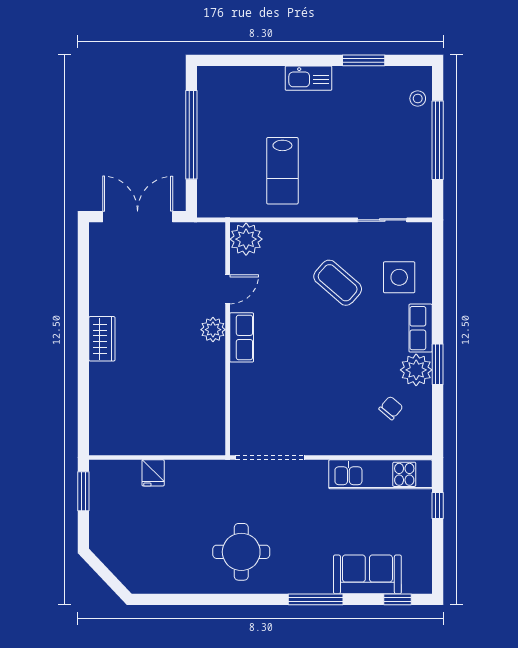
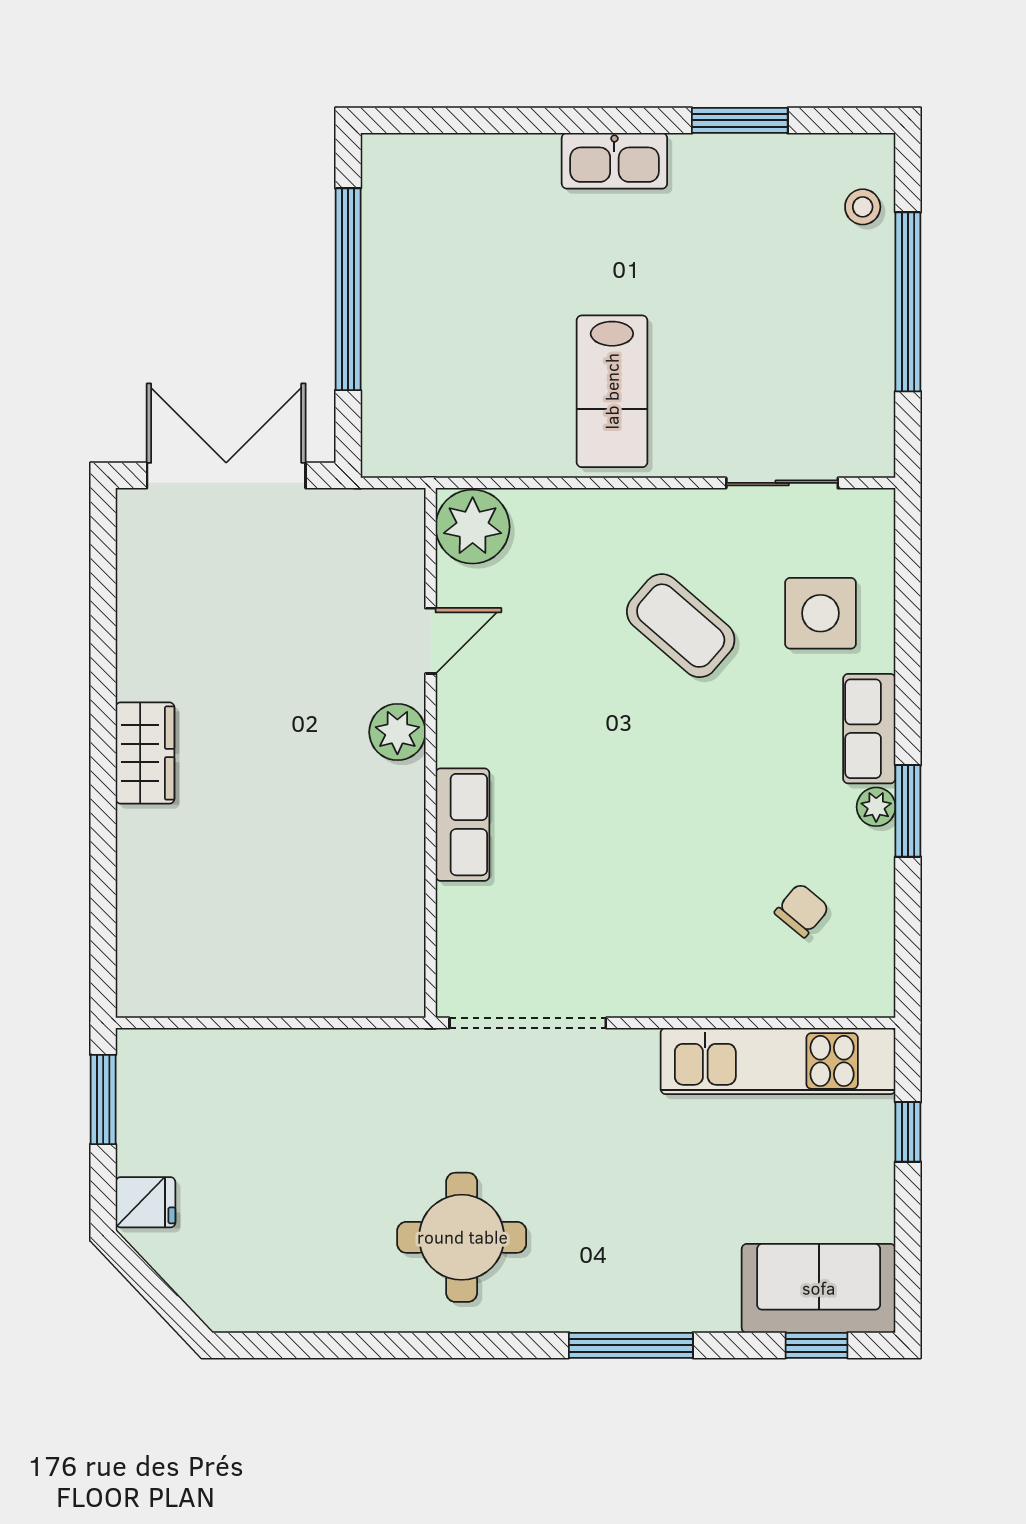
lab bench: (282, 171) -> (612, 391), moved
row of seats: (242, 337) -> (462, 825), moved
plant: (416, 370) -> (876, 807), width x0.53, depth x0.53
fridge: (153, 473) -> (145, 1202), moved, turned -90
sofa: (367, 574) -> (819, 1288), moved

